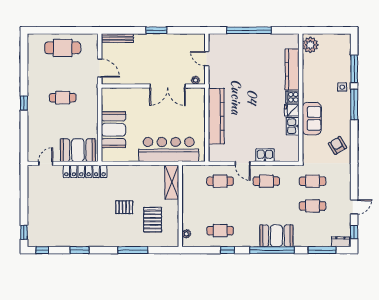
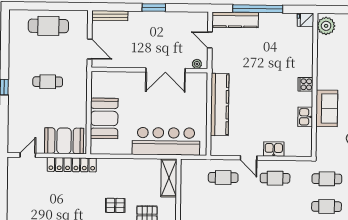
kitchen counter: (292, 69) -> (235, 20), moved, turned -90
fridge: (292, 110) -> (305, 20), moved

